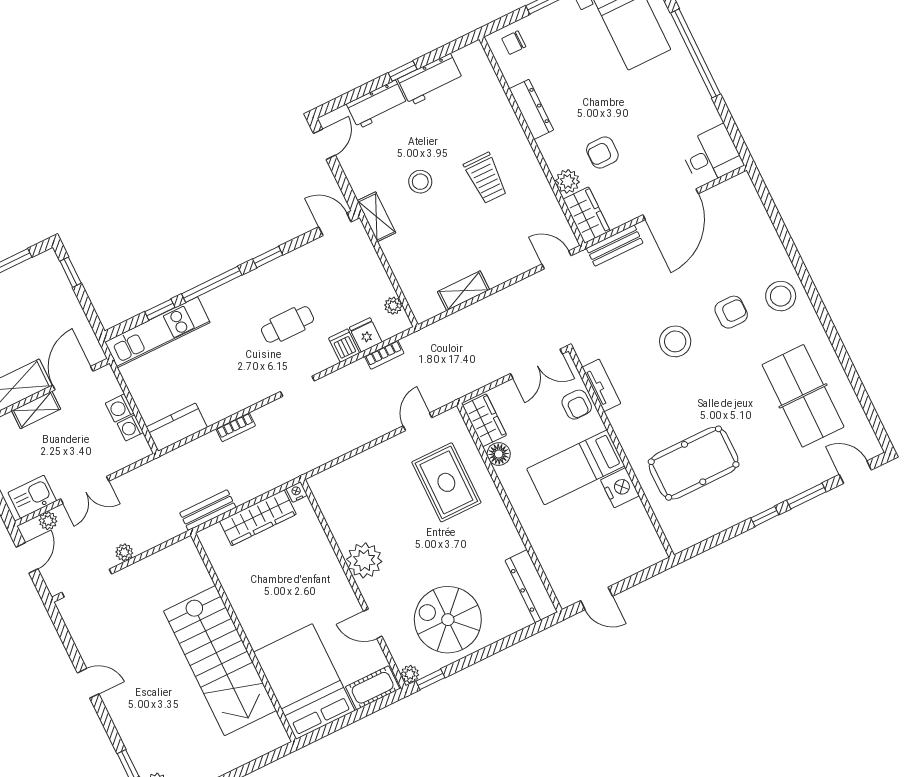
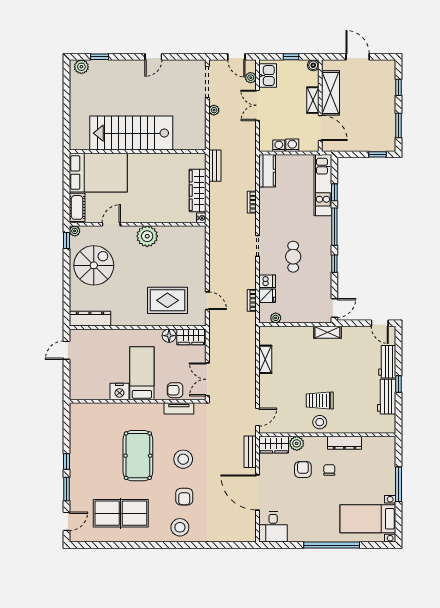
chair: (514, 43) -> (329, 470), moved
stool: (420, 182) -> (320, 422), moved
pool table: (694, 463) -> (138, 456), moved

